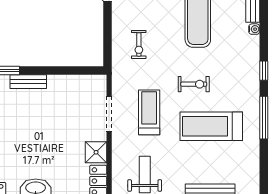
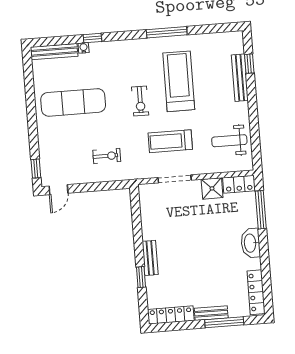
window: (264, 71) -> (92, 38), moved
exercise bike: (194, 84) -> (140, 101), turned 180
treadmill: (211, 126) -> (179, 81), turned 180

